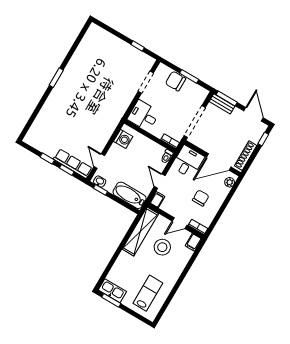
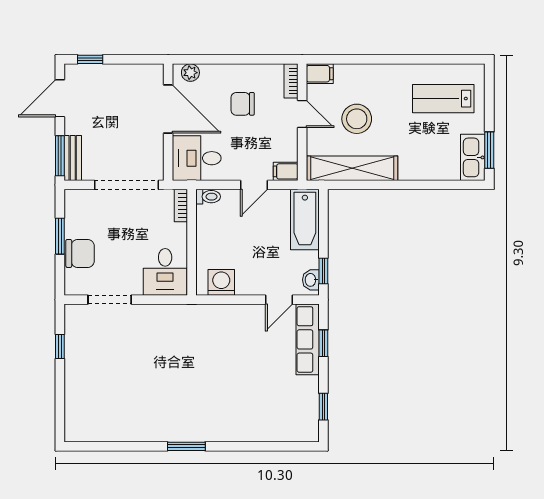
chair: (175, 81) -> (80, 253), turned -90
shoe rack: (246, 156) -> (133, 72), removed
window: (47, 158) -> (323, 407), moved

